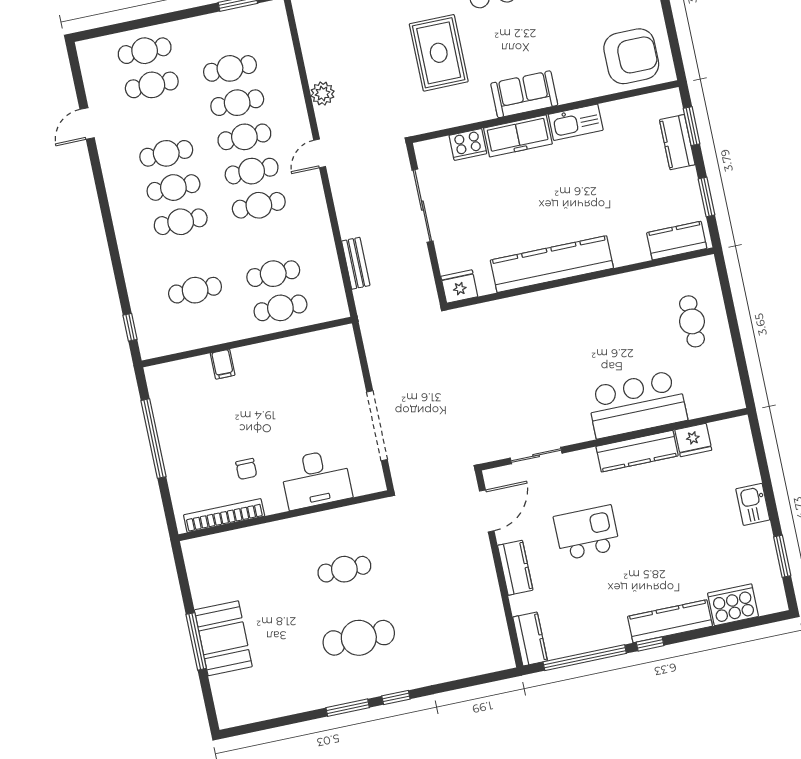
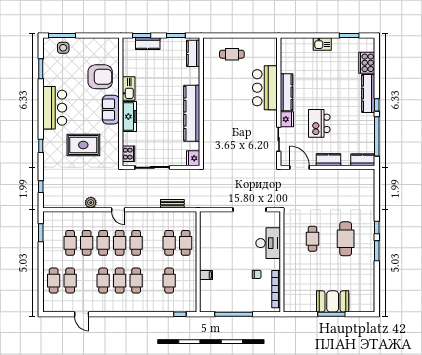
armchair: (631, 56) -> (100, 77), moved, turned 90
cooker: (468, 144) -> (128, 154), moved
fridge: (693, 440) -> (287, 119), moved

